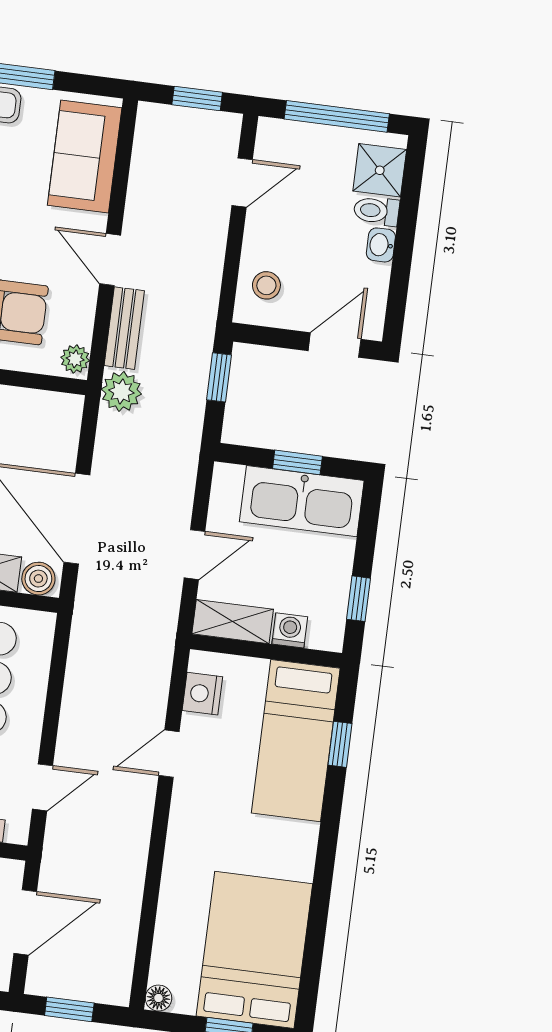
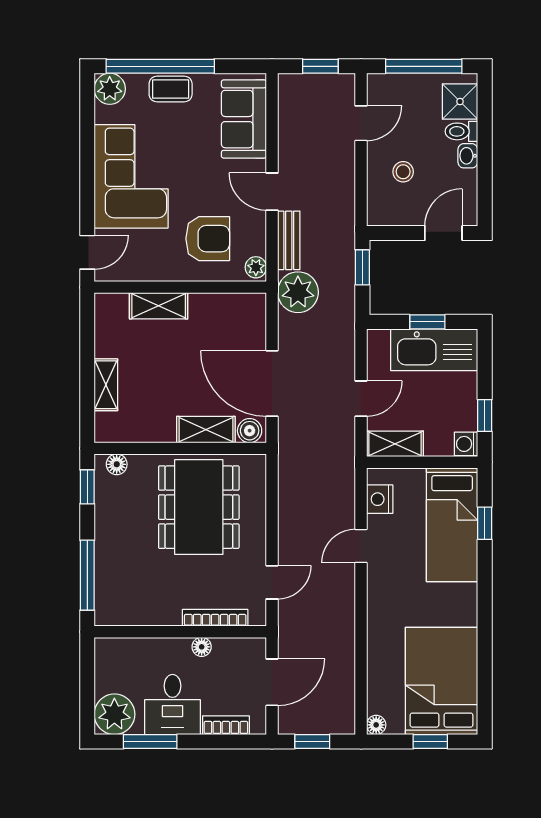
stool: (266, 285) -> (403, 172), moved
plant: (121, 392) -> (298, 292), width x1.36, depth x1.36
washing machine: (290, 630) -> (466, 444), moved, turned -90

